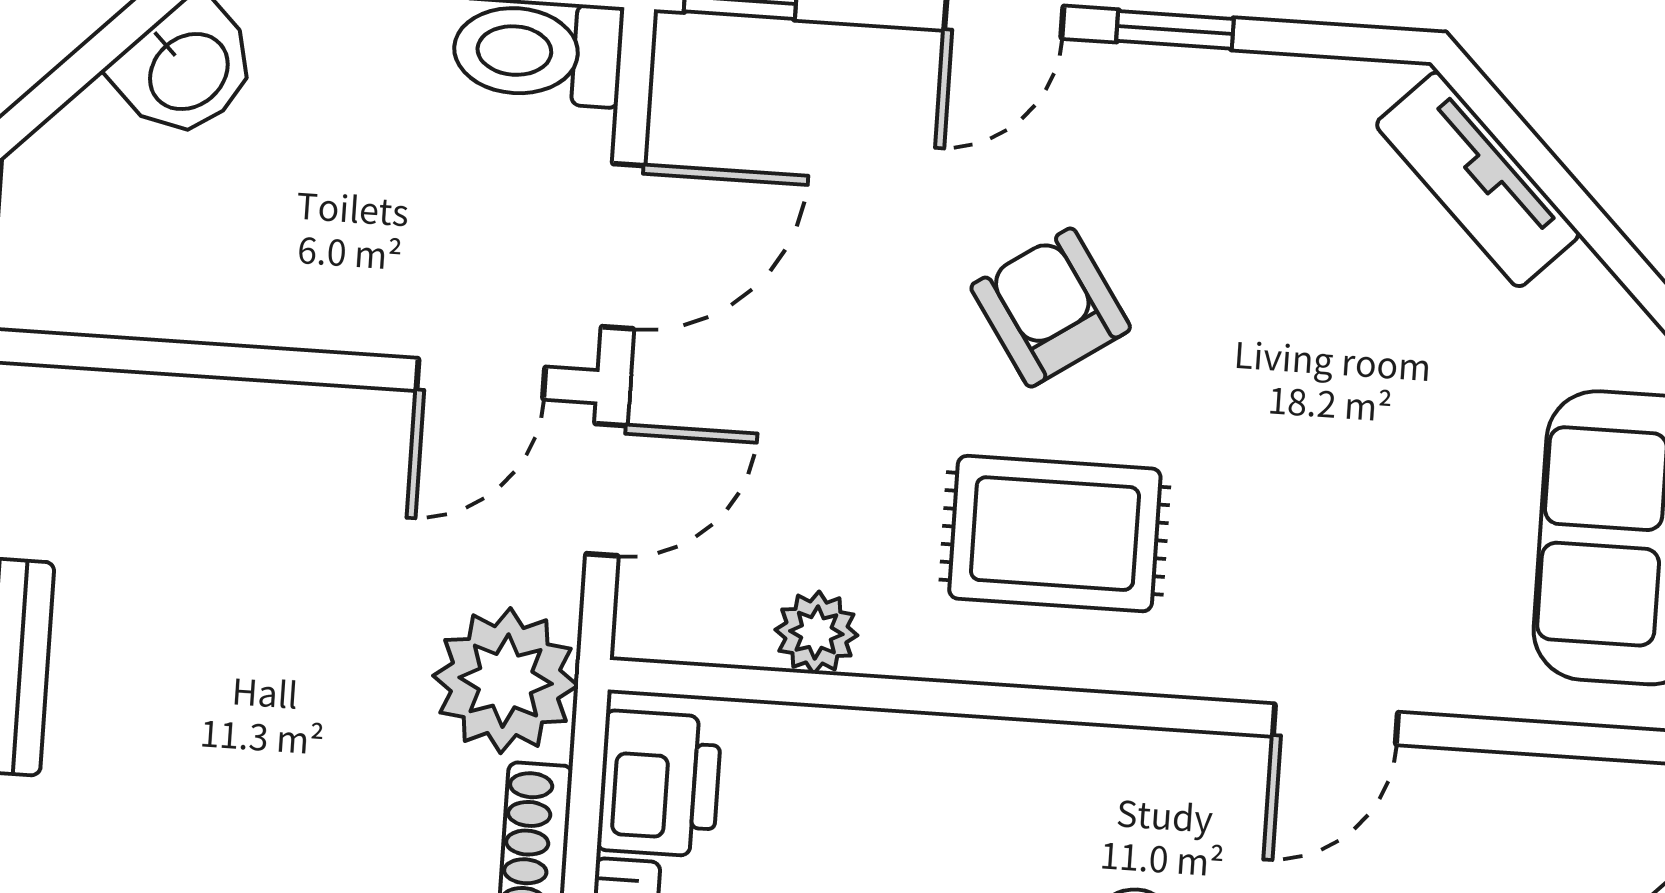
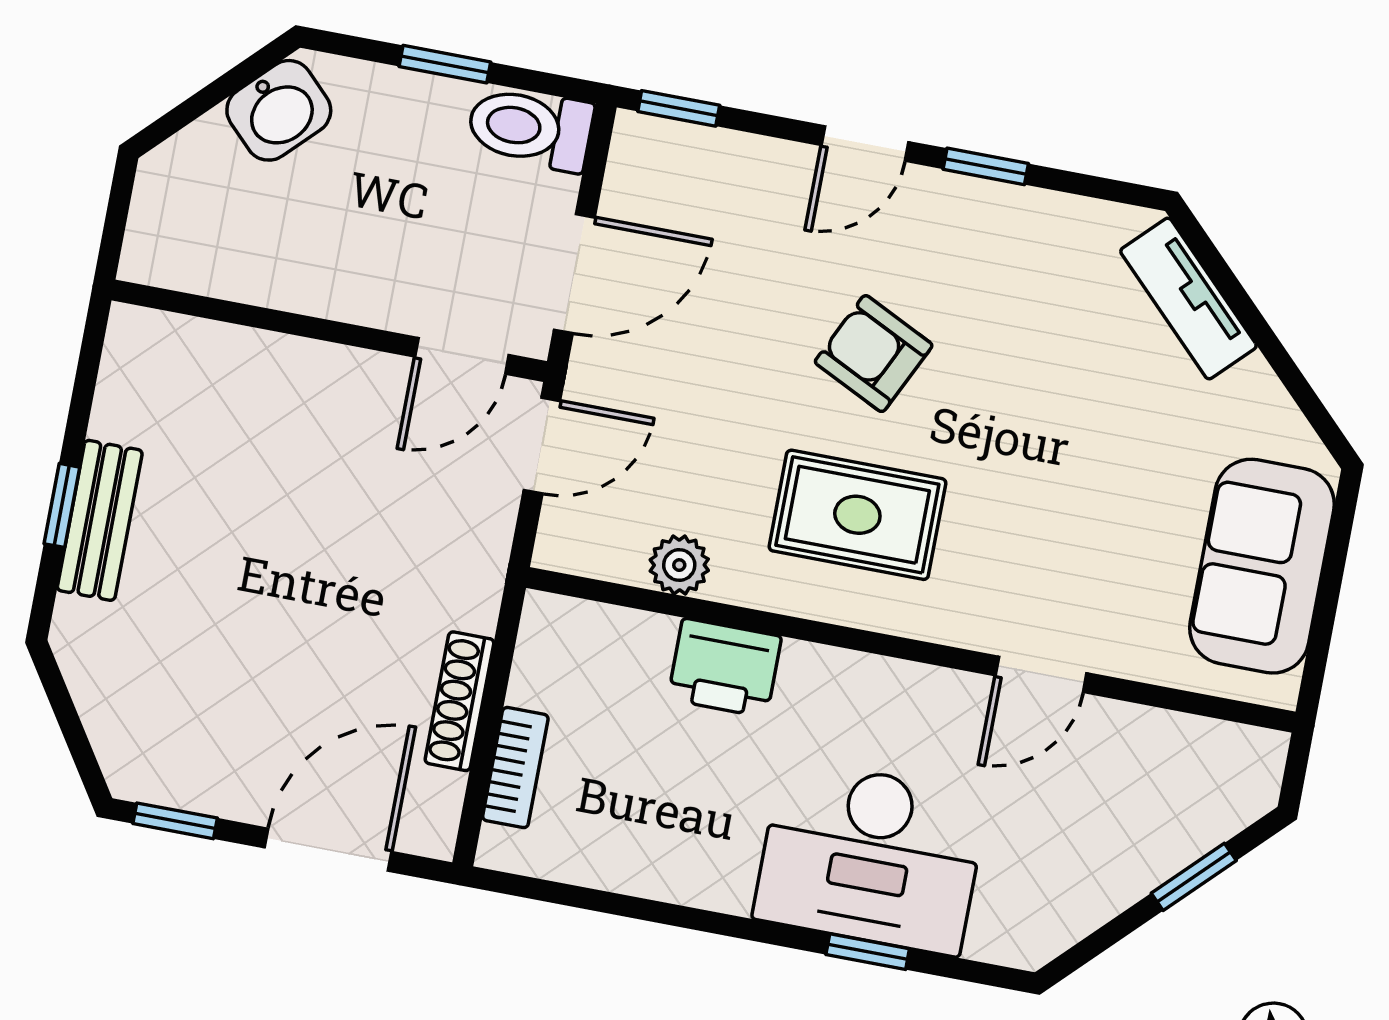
armchair: (1051, 308) -> (874, 354), turned -30
plant: (506, 681) -> (454, 573), removed
printer: (659, 784) -> (725, 668), moved, turned 90

